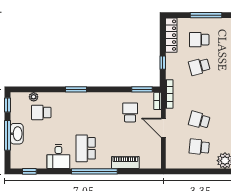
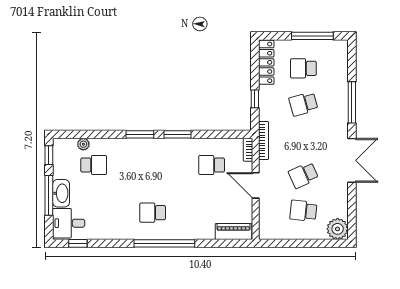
window: (142, 89) -> (178, 134), moved
school desk: (41, 112) -> (94, 165), turned 180
school desk: (130, 112) -> (212, 165), turned -90
school desk: (199, 120) -> (303, 175), turned -39
school desk: (86, 148) -> (153, 213), width x0.54
desk: (58, 157) -> (69, 223), moved, turned 90
piano: (125, 162) -> (233, 231), moved

